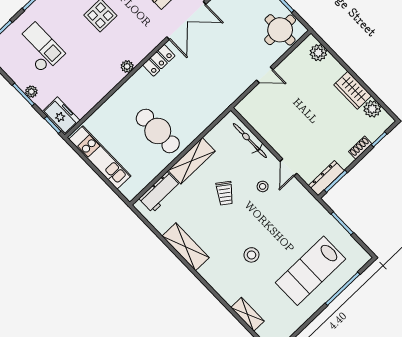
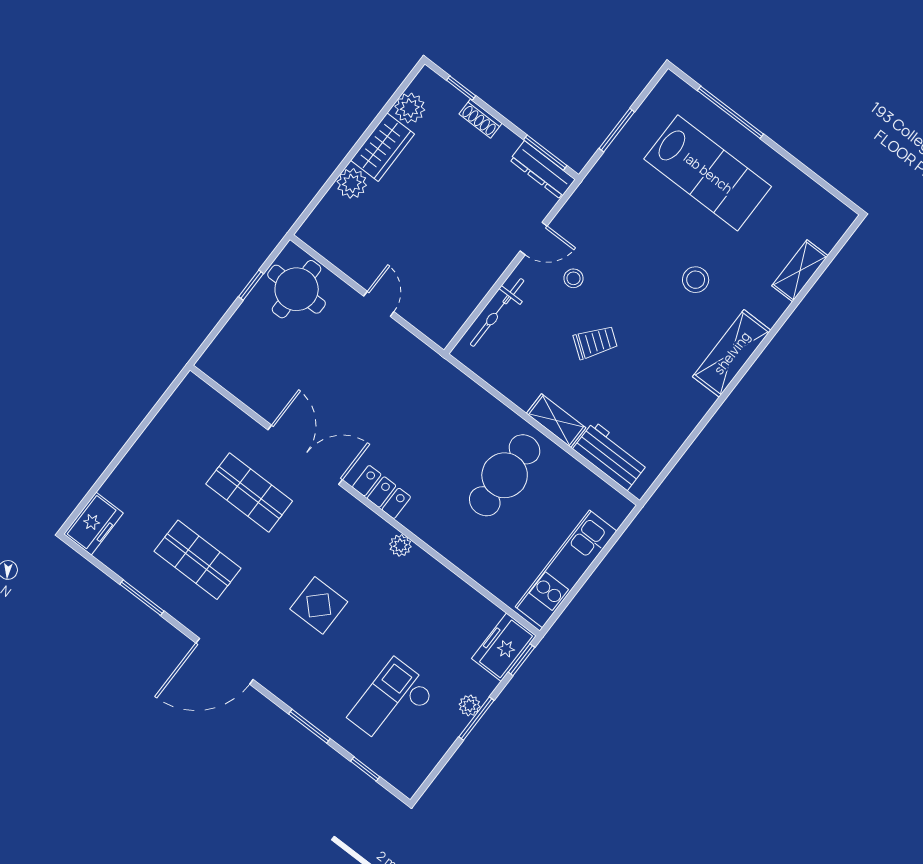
plant: (318, 53) -> (352, 183), moved
shelving: (192, 161) -> (556, 421), width x0.67, depth x0.75
shelving: (186, 247) -> (732, 353), moved

